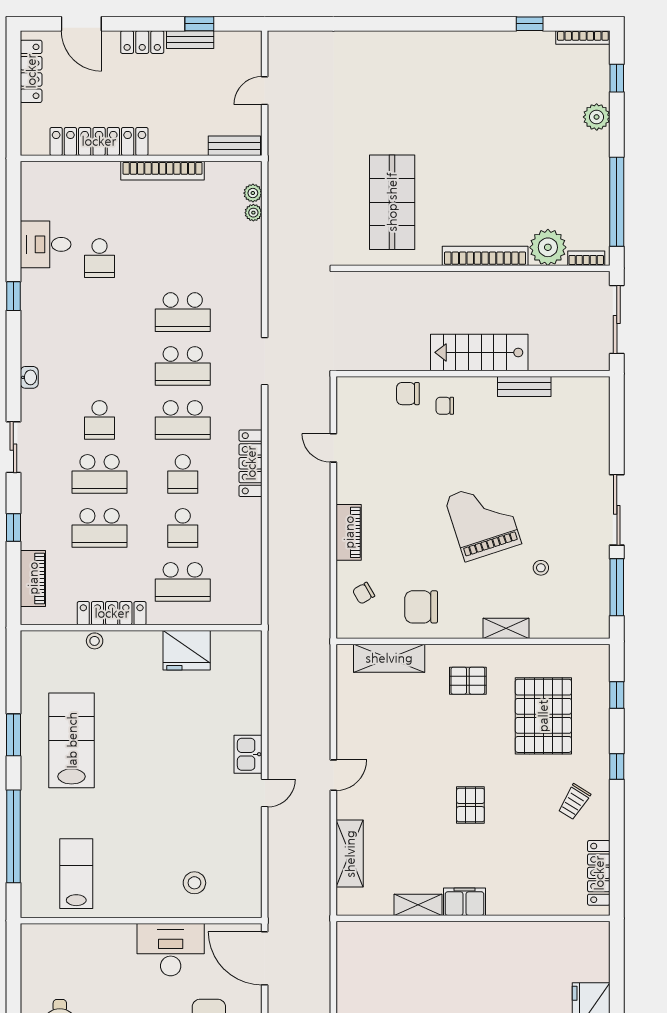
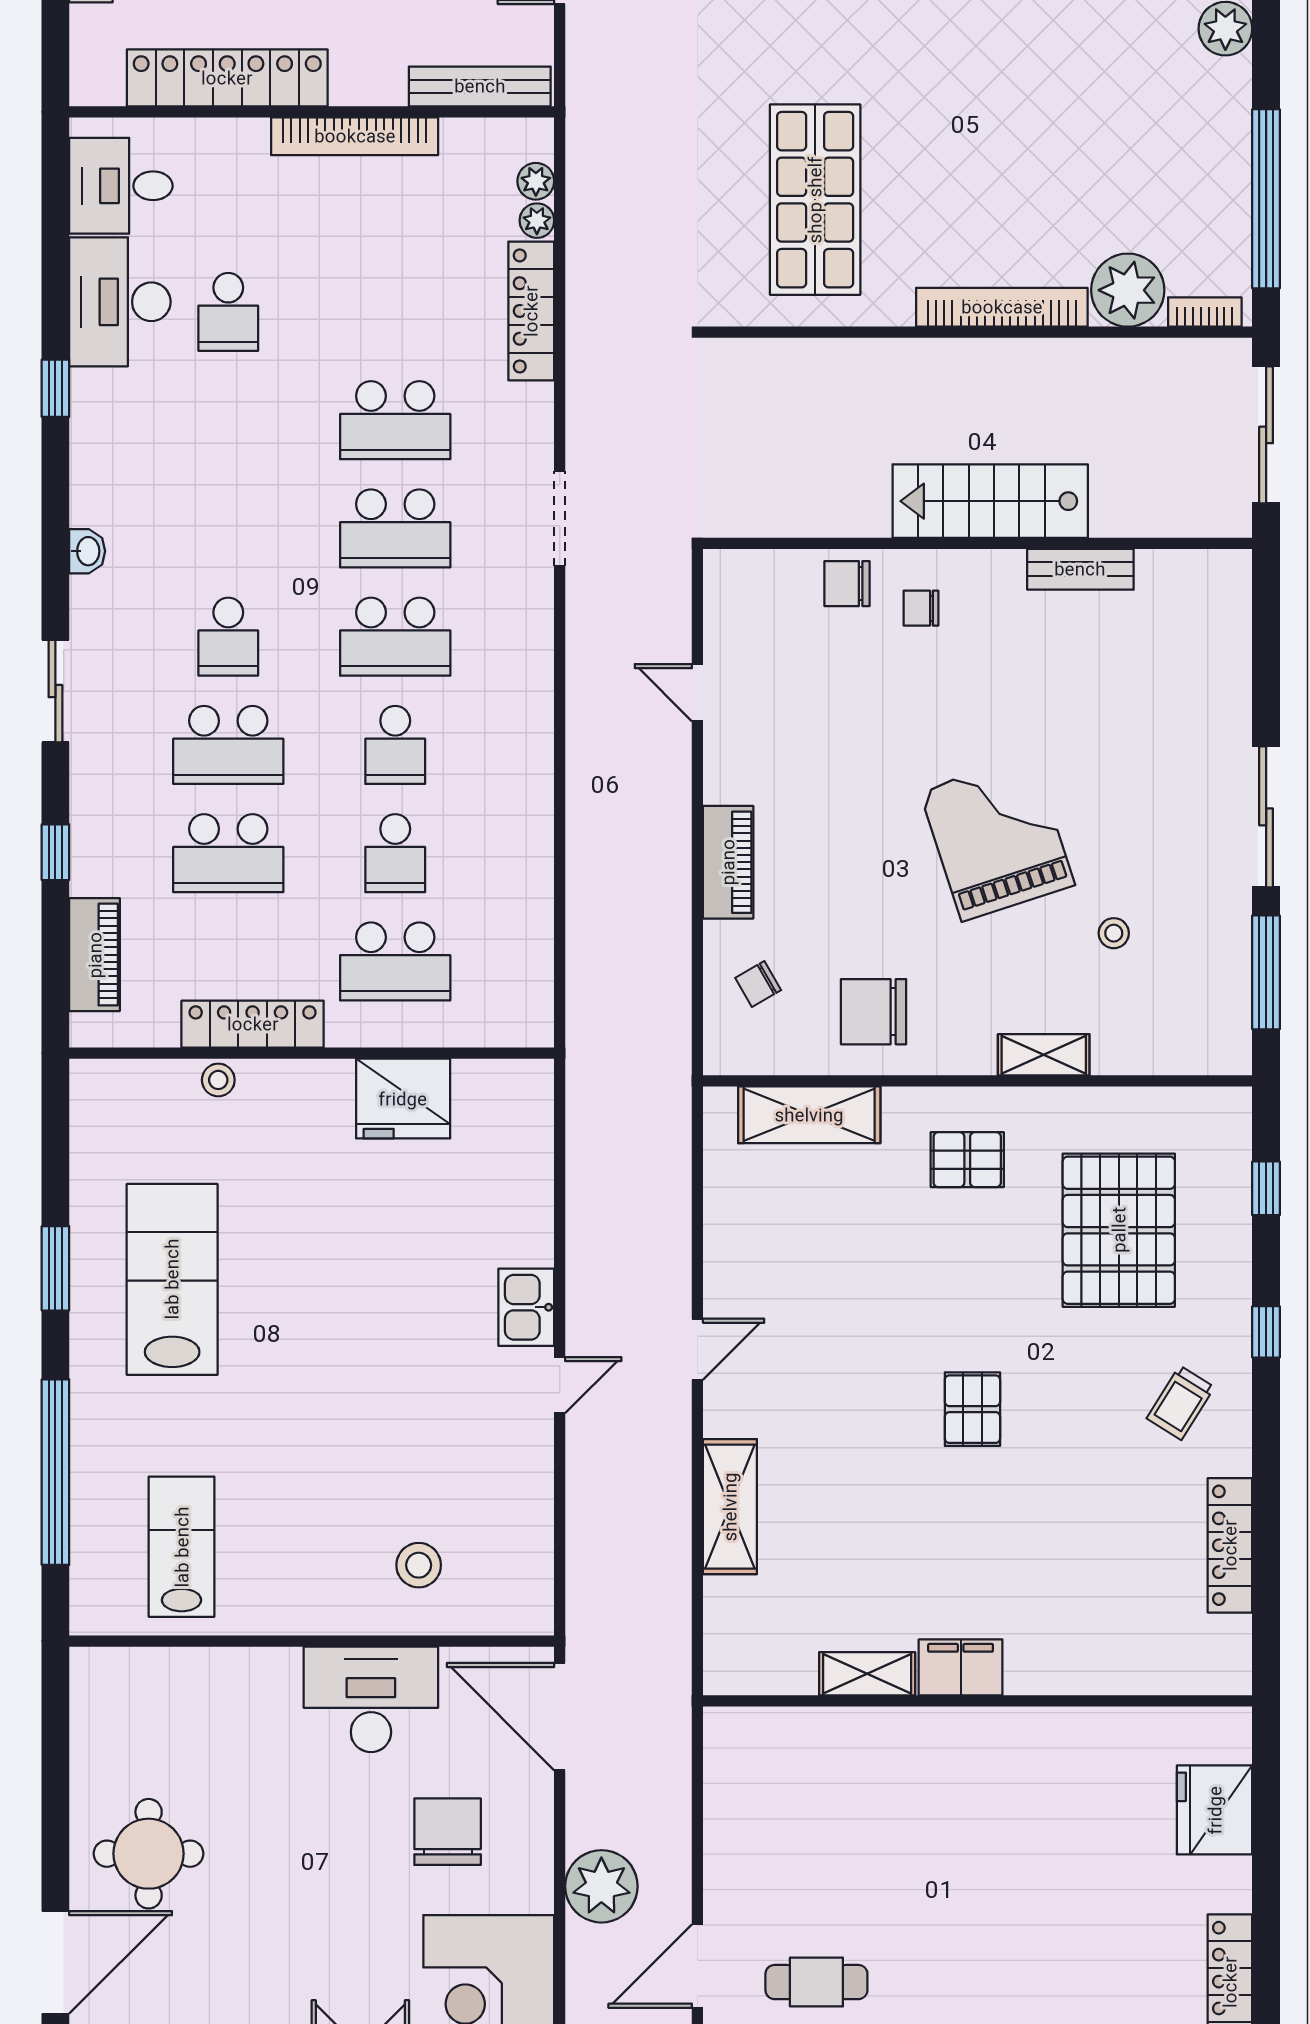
bench: (234, 146) -> (480, 86), width x1.36
desk: (46, 195) -> (121, 186), added
desk: (46, 244) -> (120, 302), width x1.37
locker: (251, 463) -> (531, 311), moved
filing cabinet: (465, 902) -> (961, 1667), moved
shelving: (418, 905) -> (867, 1674), moved
wall: (473, 918) -> (978, 1701), moved

